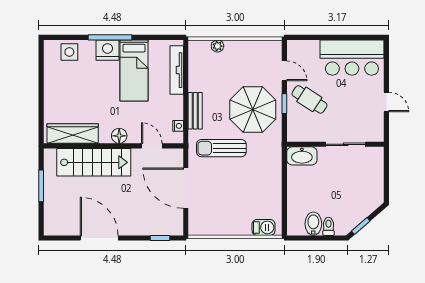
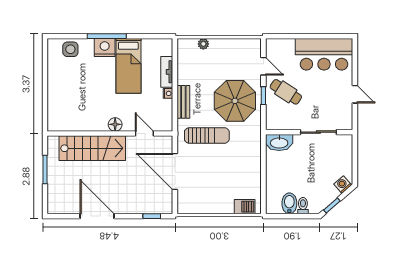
tv unit: (177, 70) -> (167, 72), width x0.71
nightstand: (178, 126) -> (168, 93), moved
wardrobe: (73, 134) -> (73, 122), removed
sun lounger: (221, 148) -> (207, 135), turned 180
washing machine: (373, 203) -> (343, 185), added

